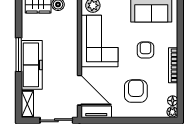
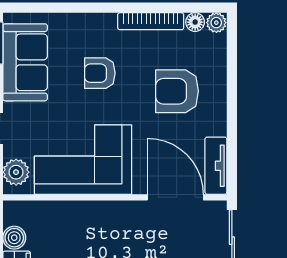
bookcase: (173, 65) -> (151, 21), moved
door: (79, 90) -> (175, 197), hinge flipped

